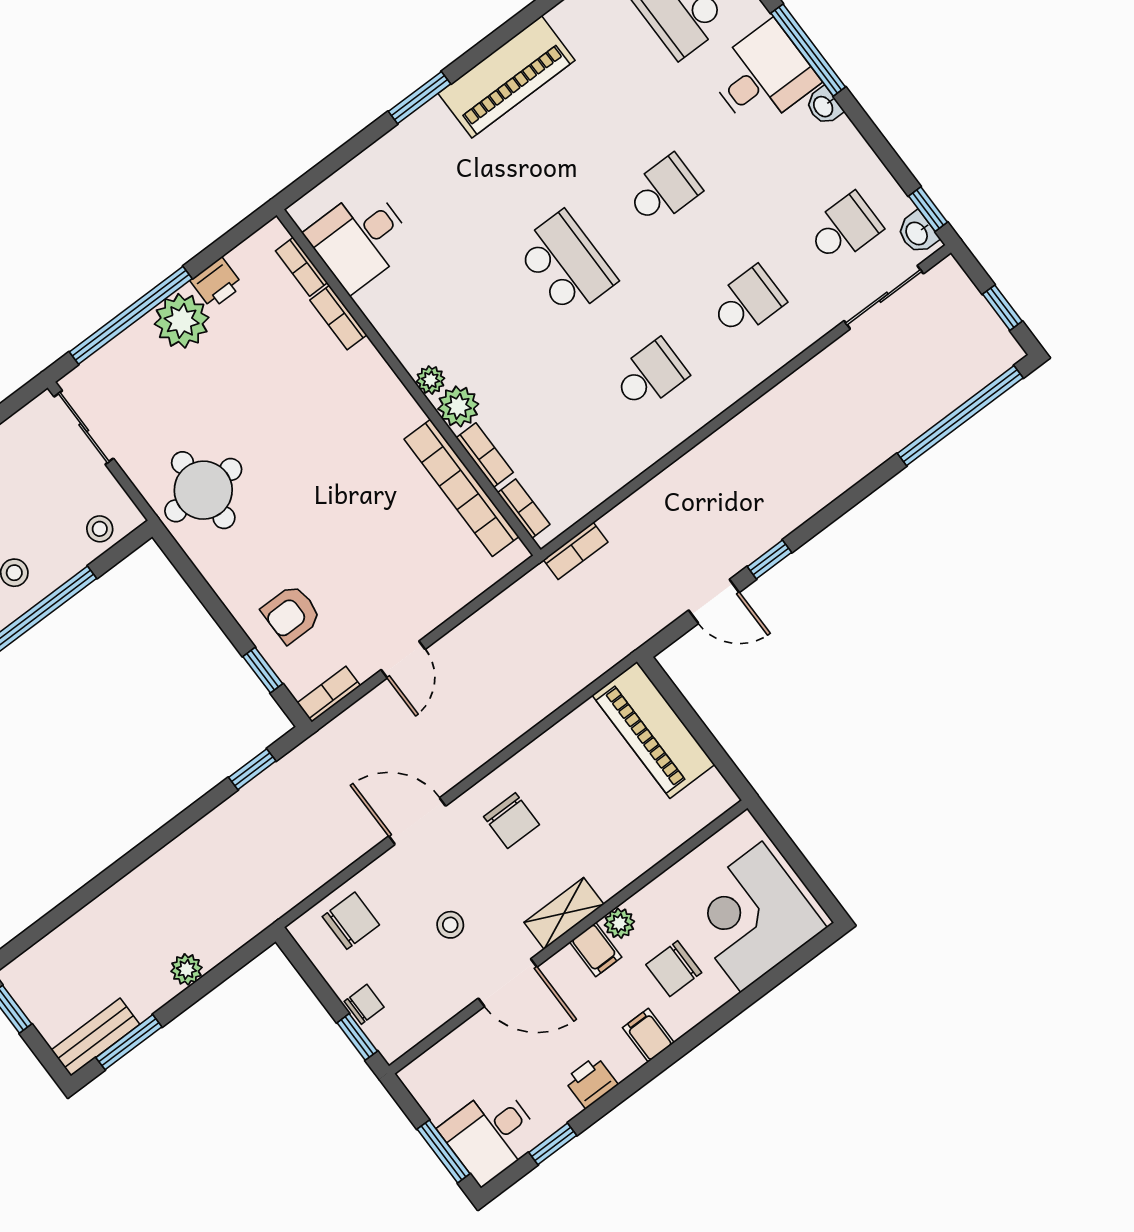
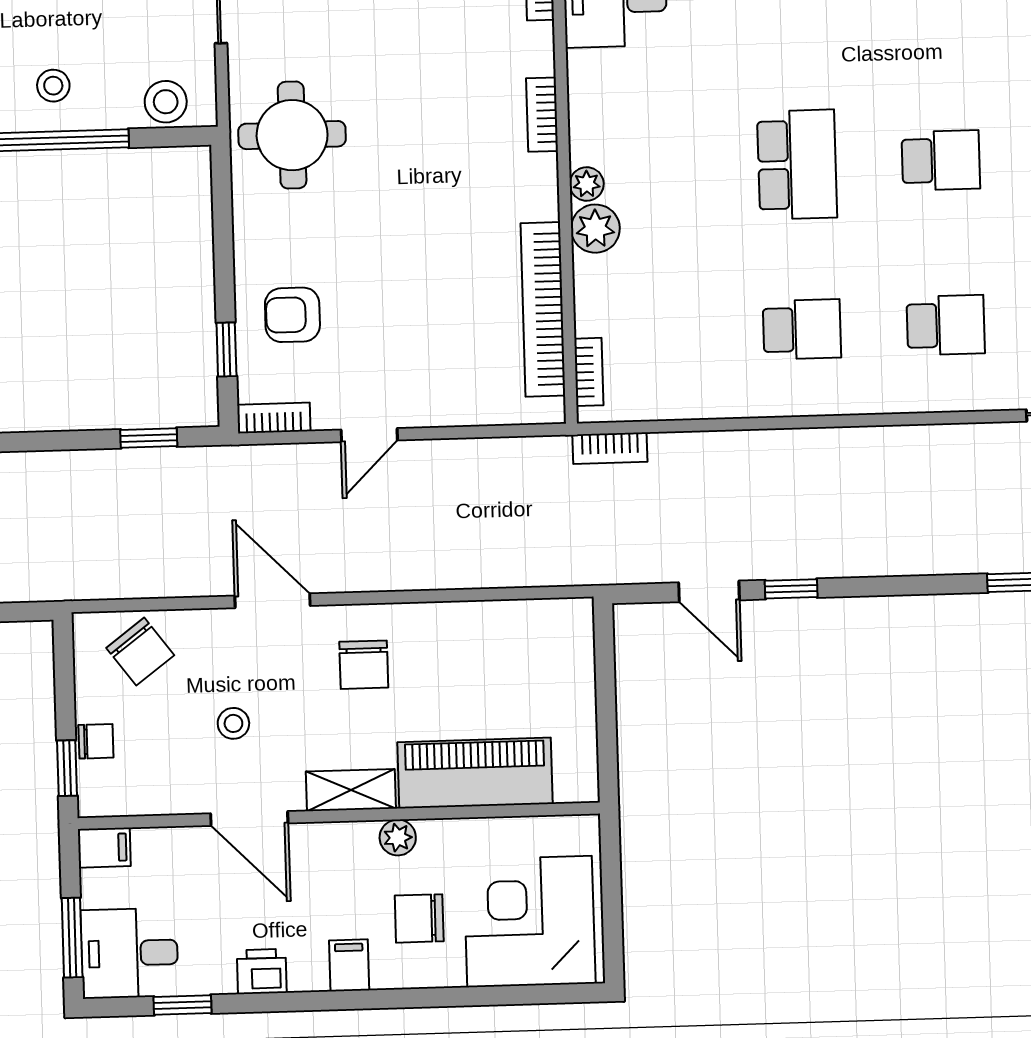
bookcase: (338, 318) -> (542, 115), moved
bookcase: (485, 455) -> (588, 294), removed
stool: (100, 529) -> (166, 102), width x1.37, depth x1.37
piano: (653, 730) -> (475, 773), moved, turned 90
chair: (351, 921) -> (140, 652), turned 53
filing cabinet: (596, 949) -> (104, 848), moved, turned -90

